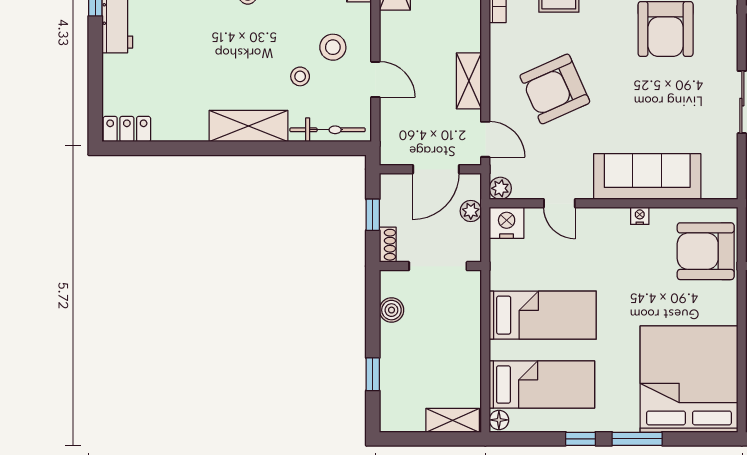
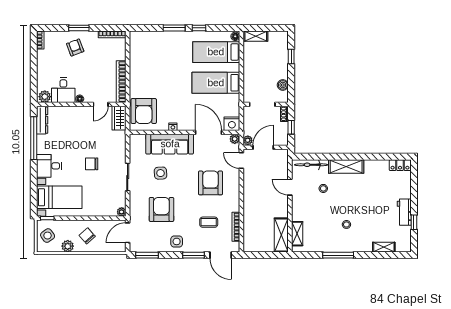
stool: (333, 47) -> (309, 201), removed
shelving: (469, 81) -> (249, 186), removed
armchair: (555, 89) -> (210, 183), turned -66
side table: (668, 111) -> (161, 173), added
door: (559, 203) -> (208, 132), width x1.88
plant: (471, 211) -> (248, 140), moved
armchair: (706, 251) -> (144, 111), turned 90
bed: (689, 379) -> (151, 54), removed

